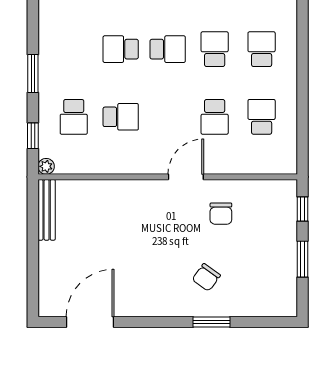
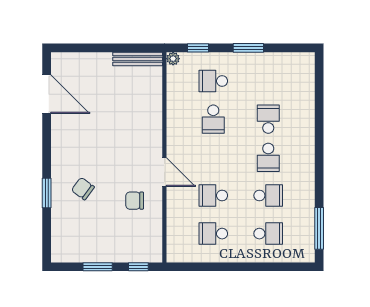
school desk: (262, 117) -> (213, 234), turned 180

